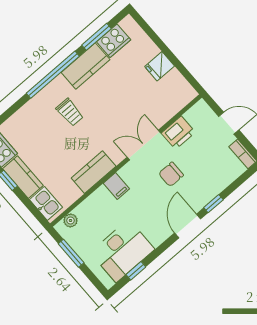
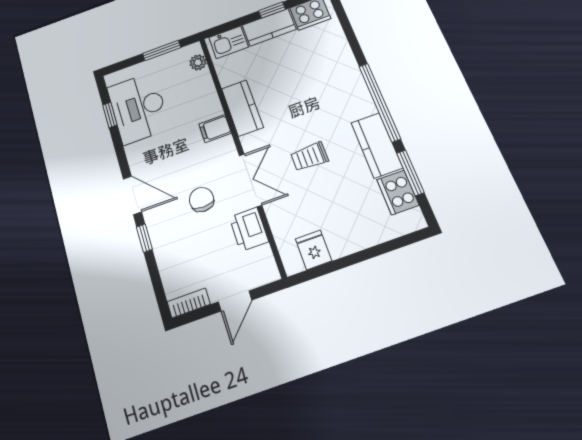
fridge: (160, 66) -> (313, 250), moved
trolley: (70, 112) -> (309, 157), moved

